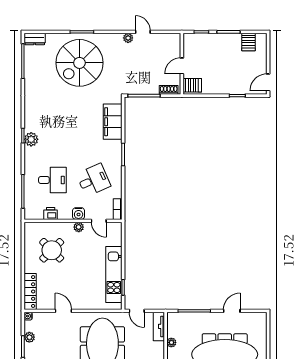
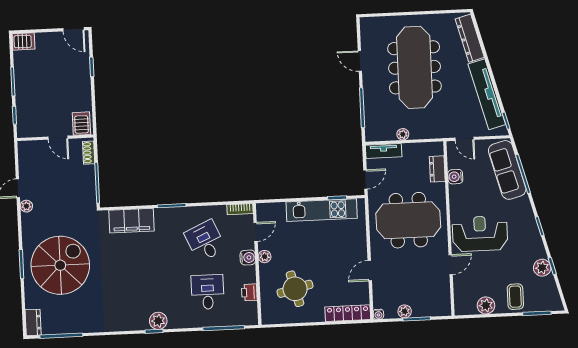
server rack: (248, 42) -> (24, 41), moved
spiral stairs: (79, 63) -> (60, 265), turned -90
round table: (52, 250) -> (295, 289), turned 31

